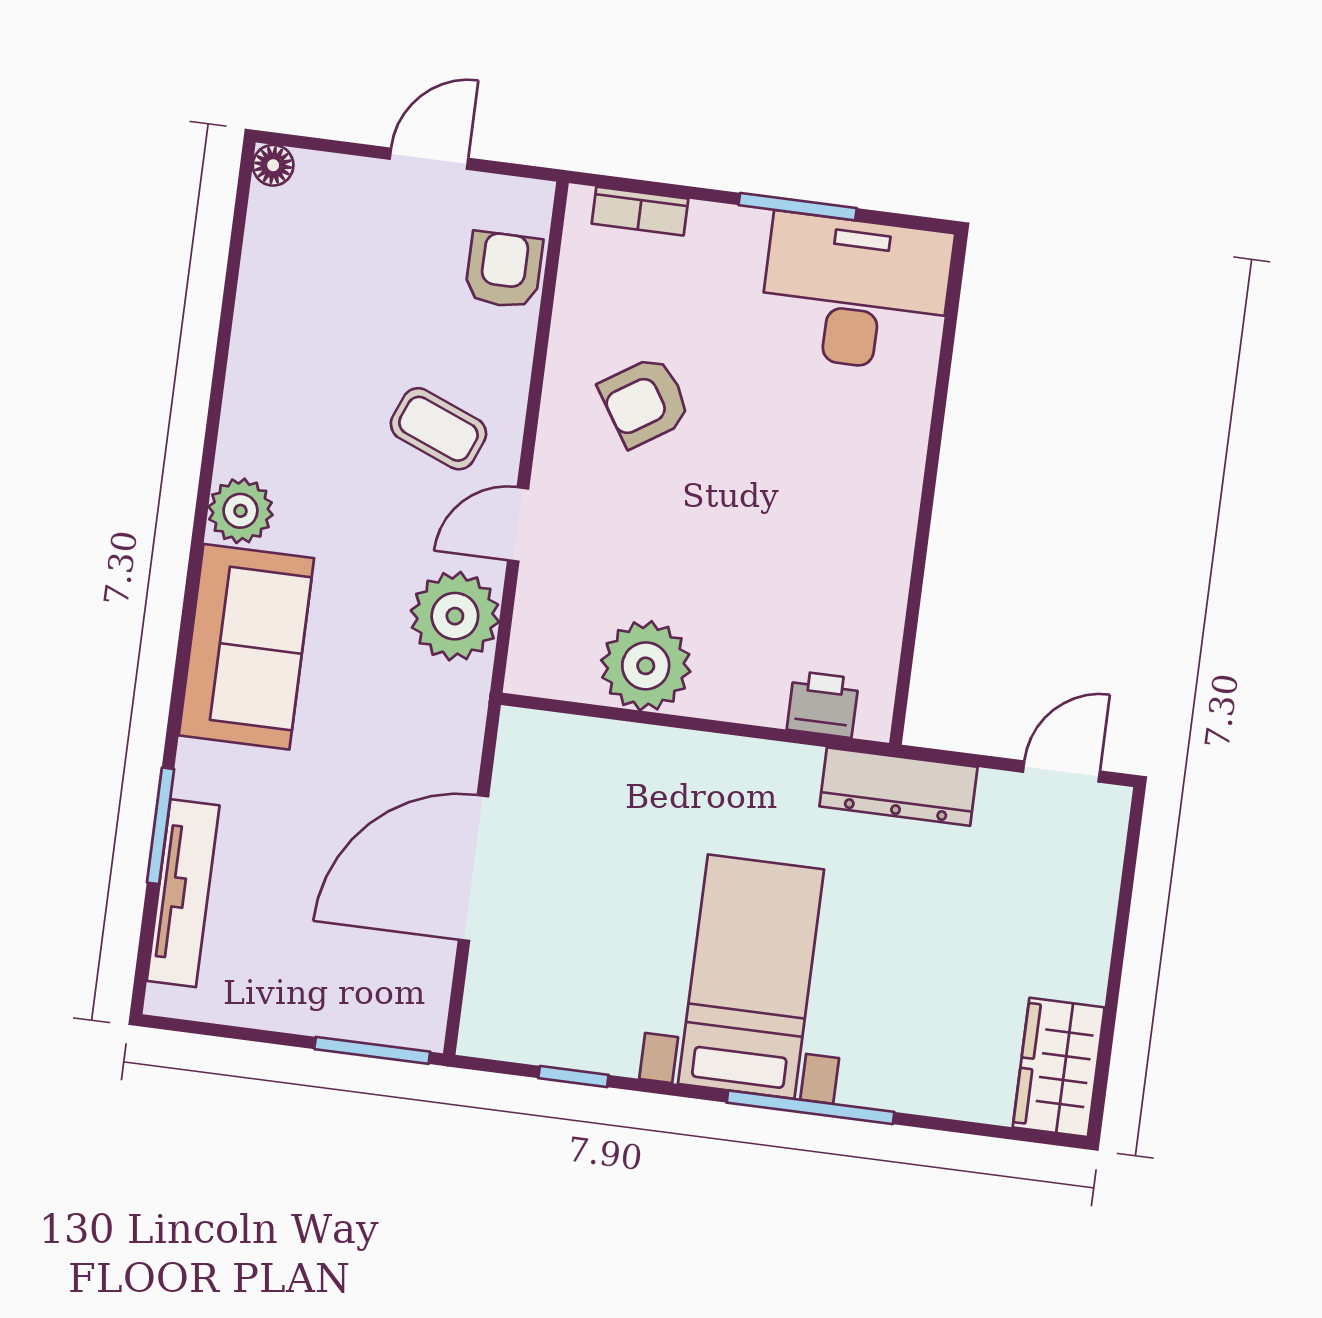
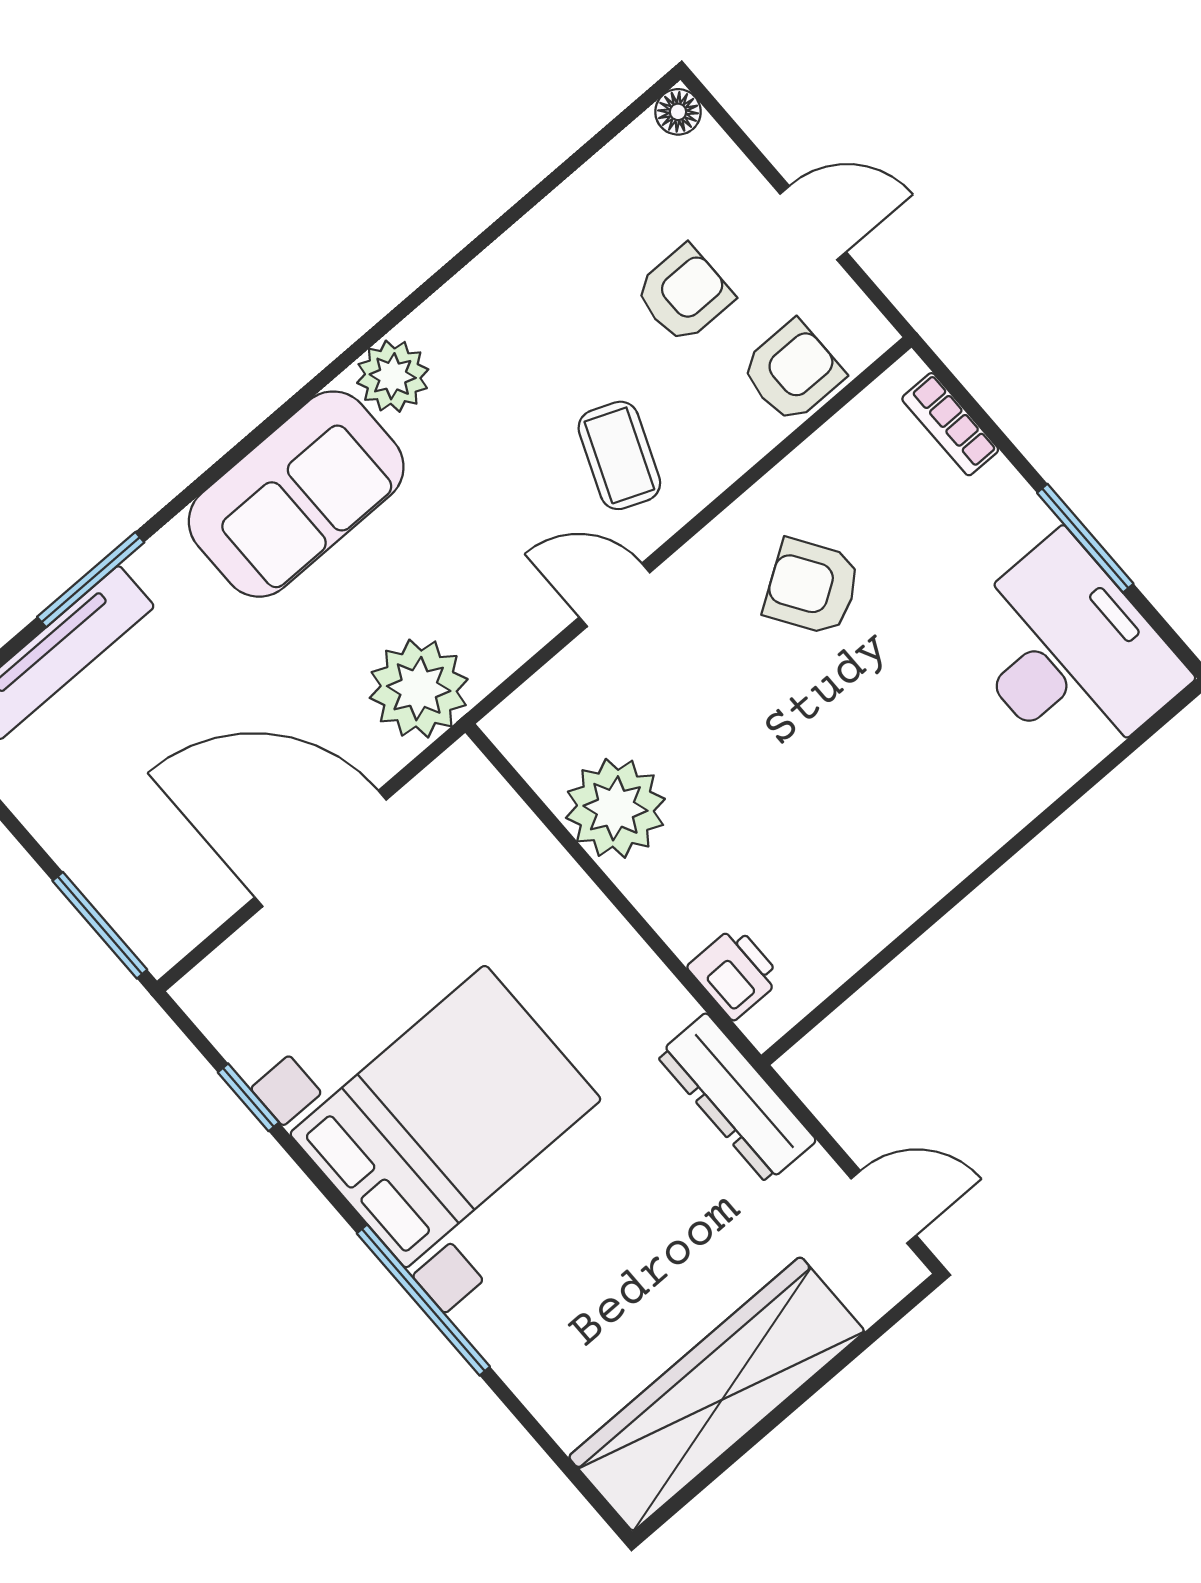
armchair: (385, 283) -> (684, 294), added
plant: (455, 616) -> (419, 689), moved
bed with nightstands: (751, 977) -> (445, 1117), width x1.36
wardrobe: (1059, 1067) -> (717, 1394), width x2.10, depth x1.17

